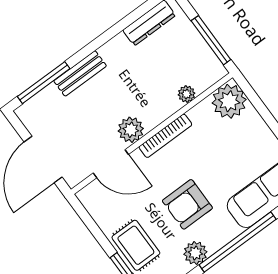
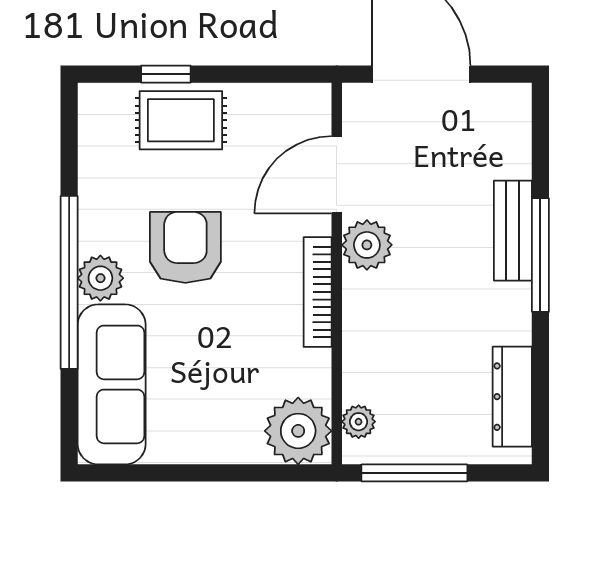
window: (44, 83) -> (540, 255), moved
plant: (187, 94) -> (359, 422), moved
plant: (195, 253) -> (100, 278), moved

